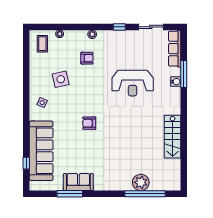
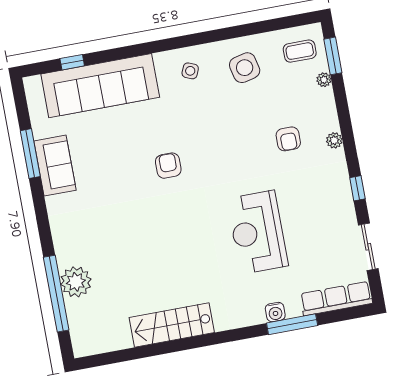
window: (48, 27) -> (333, 56), added
side table: (61, 79) -> (245, 68), moved

